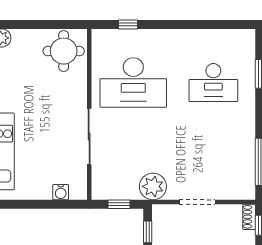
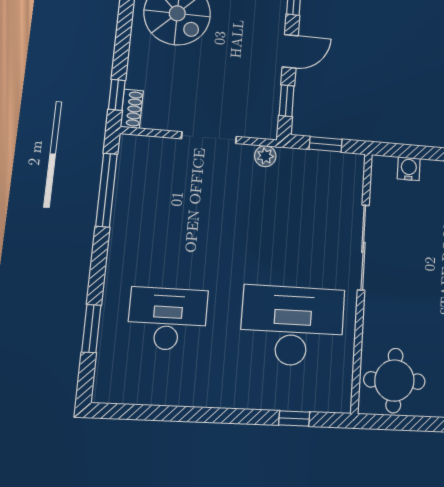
plant: (153, 186) -> (265, 156), width x0.53, depth x0.53

